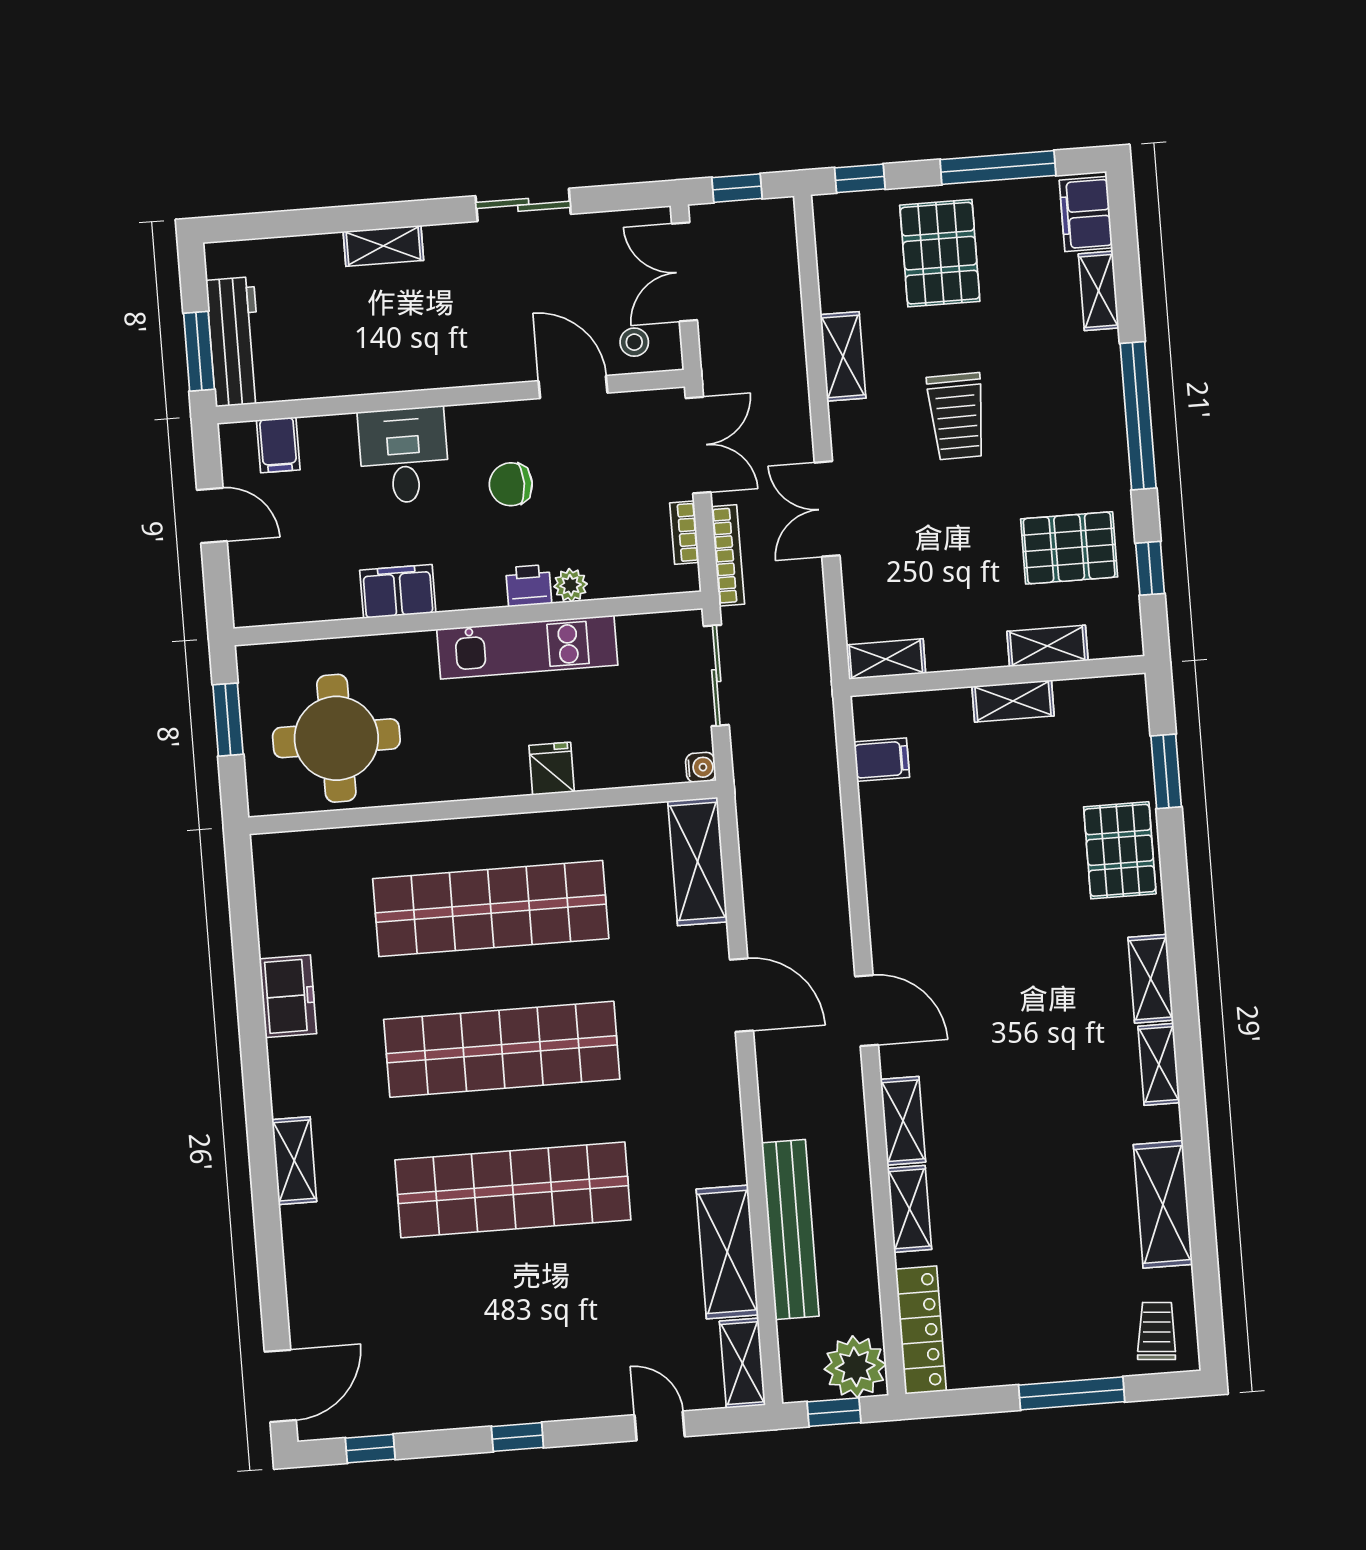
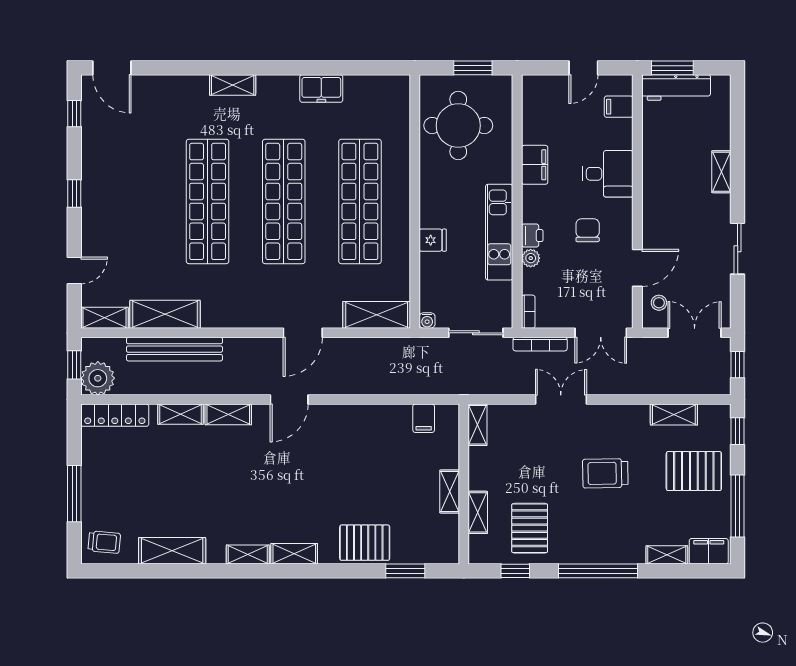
shelving: (843, 356) -> (674, 415), moved
bookcase: (684, 533) -> (528, 312), moved, turned 90

